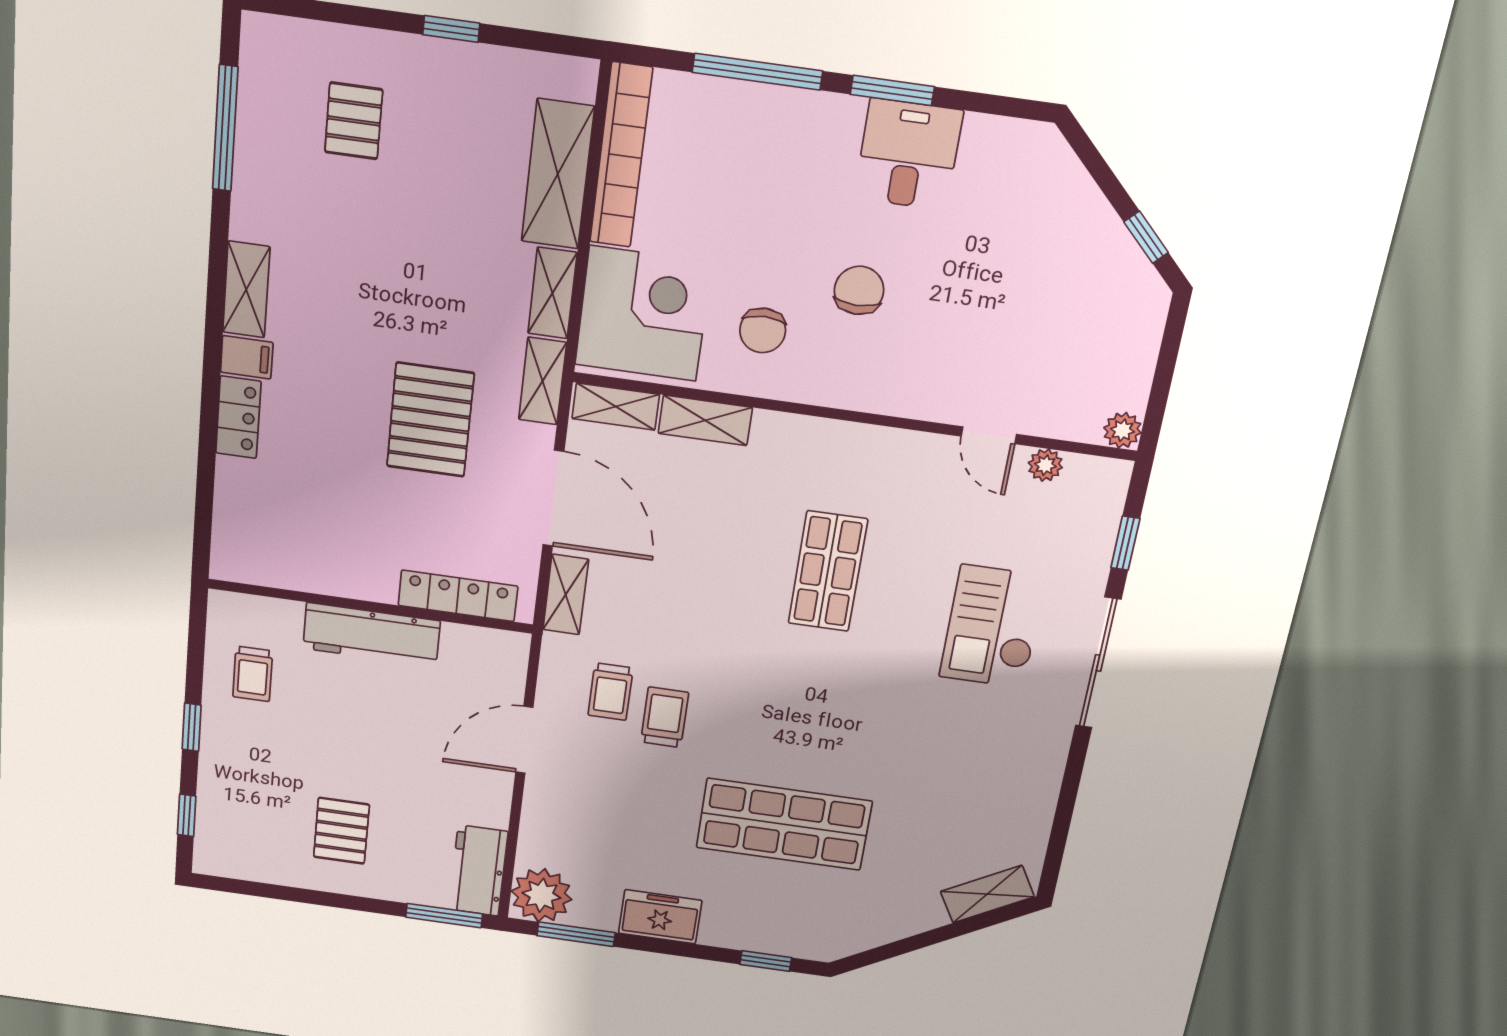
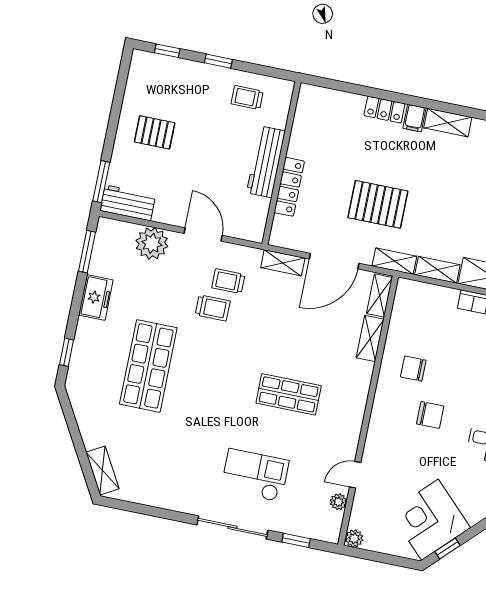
corner desk: (643, 314) -> (430, 520), moved, turned 135
locker: (458, 596) -> (289, 187), moved
plant: (541, 895) -> (152, 243), moved

